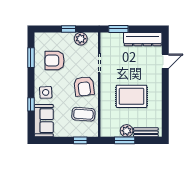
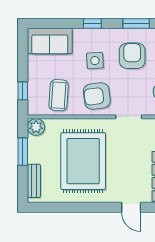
side table: (46, 92) -> (95, 61), moved
rug: (132, 96) -> (83, 161), width x1.37, depth x1.44
window: (31, 104) -> (92, 23), moved
plant: (127, 131) -> (36, 127), moved

